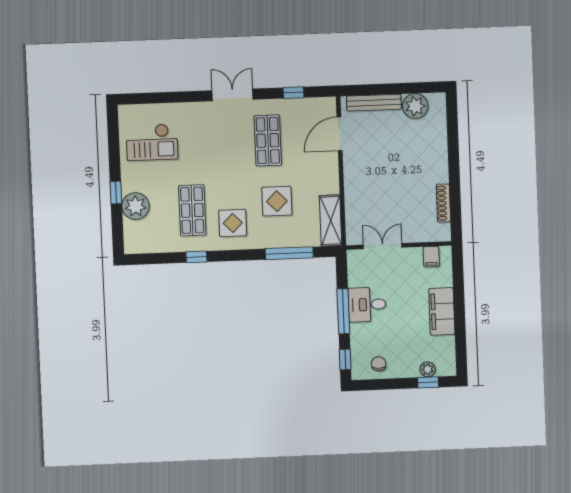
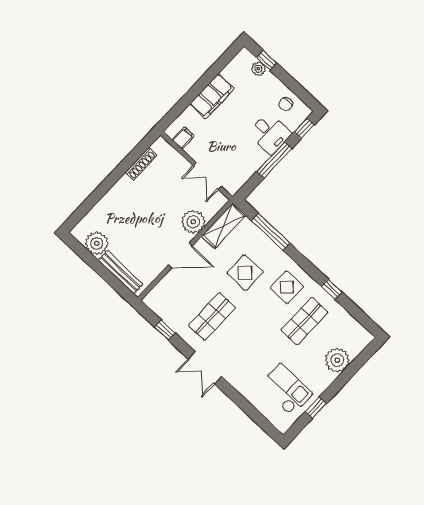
door: (340, 134) -> (180, 255), moved
window: (116, 193) -> (316, 408), moved
plant: (357, 200) -> (193, 222), added
desk: (367, 305) -> (270, 133), moved

